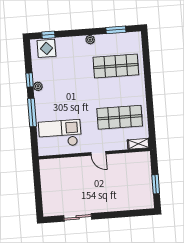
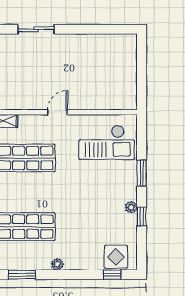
window: (32, 113) -> (142, 173), width x0.69
door: (98, 153) -> (58, 112), hinge flipped
sliding door: (78, 217) -> (36, 29), moved

